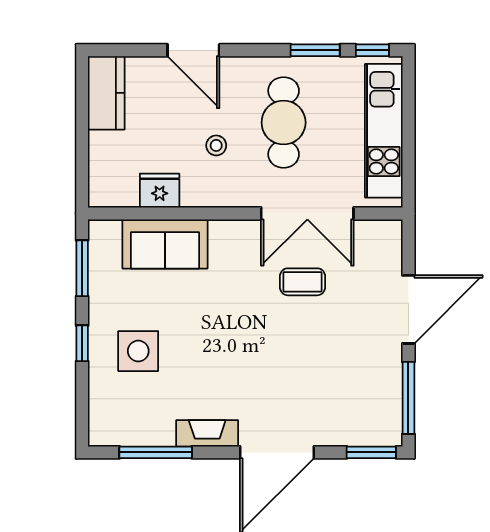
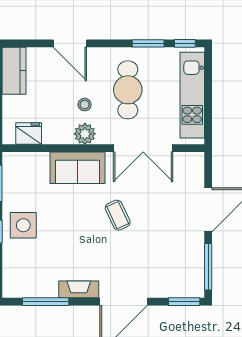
fridge: (160, 191) -> (29, 134), moved
plant: (217, 191) -> (85, 134), added
sofa: (165, 244) -> (77, 168), moved
coffee table: (303, 282) -> (118, 215), moved, turned 65
side table: (138, 351) -> (23, 225), moved

